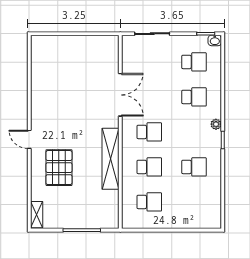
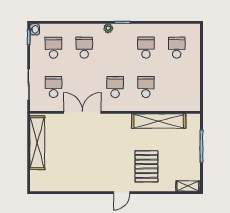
shelving: (86, 43) -> (37, 143), added
school desk: (149, 62) -> (54, 87), added
shelving: (111, 159) -> (159, 121), moved
pallet: (59, 168) -> (146, 166), turned 90
school desk: (149, 202) -> (177, 48), moved

